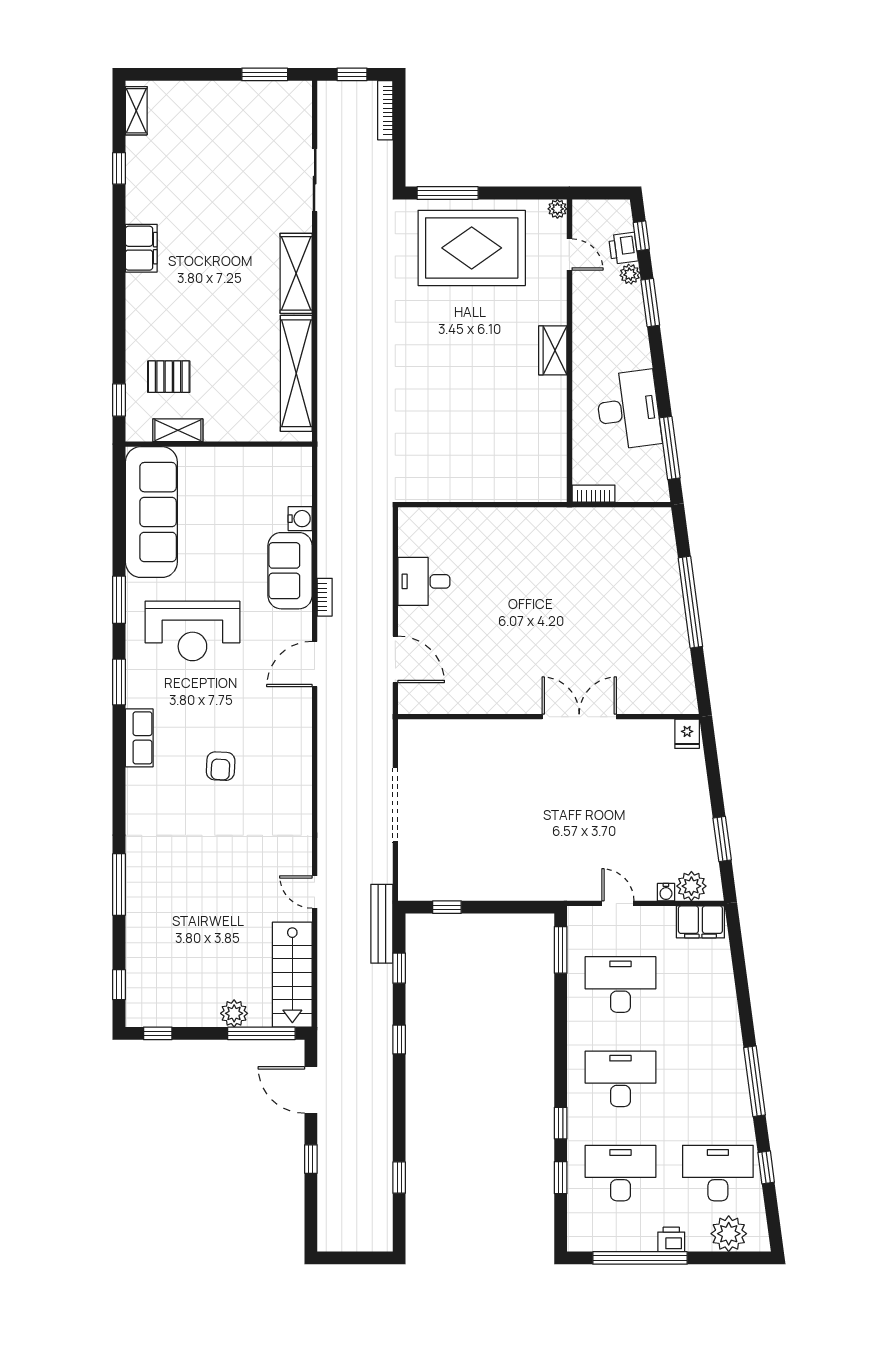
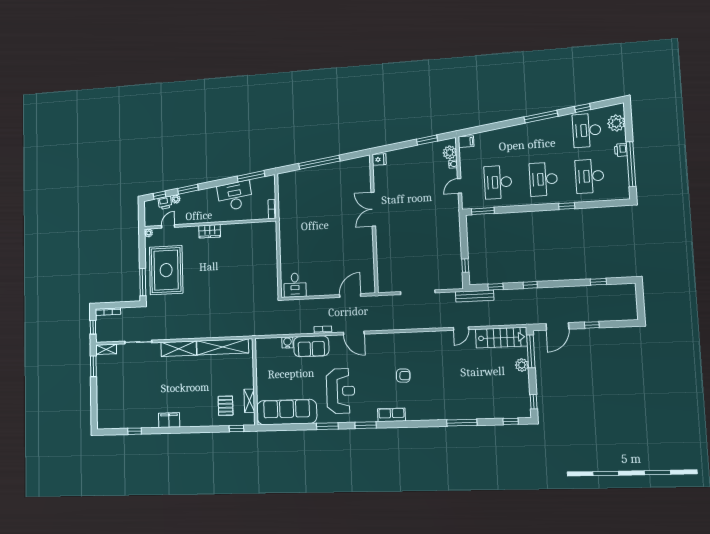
shelving: (136, 111) -> (106, 349), moved
desk: (424, 581) -> (295, 285), moved
filing cabinet: (700, 922) -> (466, 142), width x0.50
window: (561, 1178) -> (594, 204), removed

